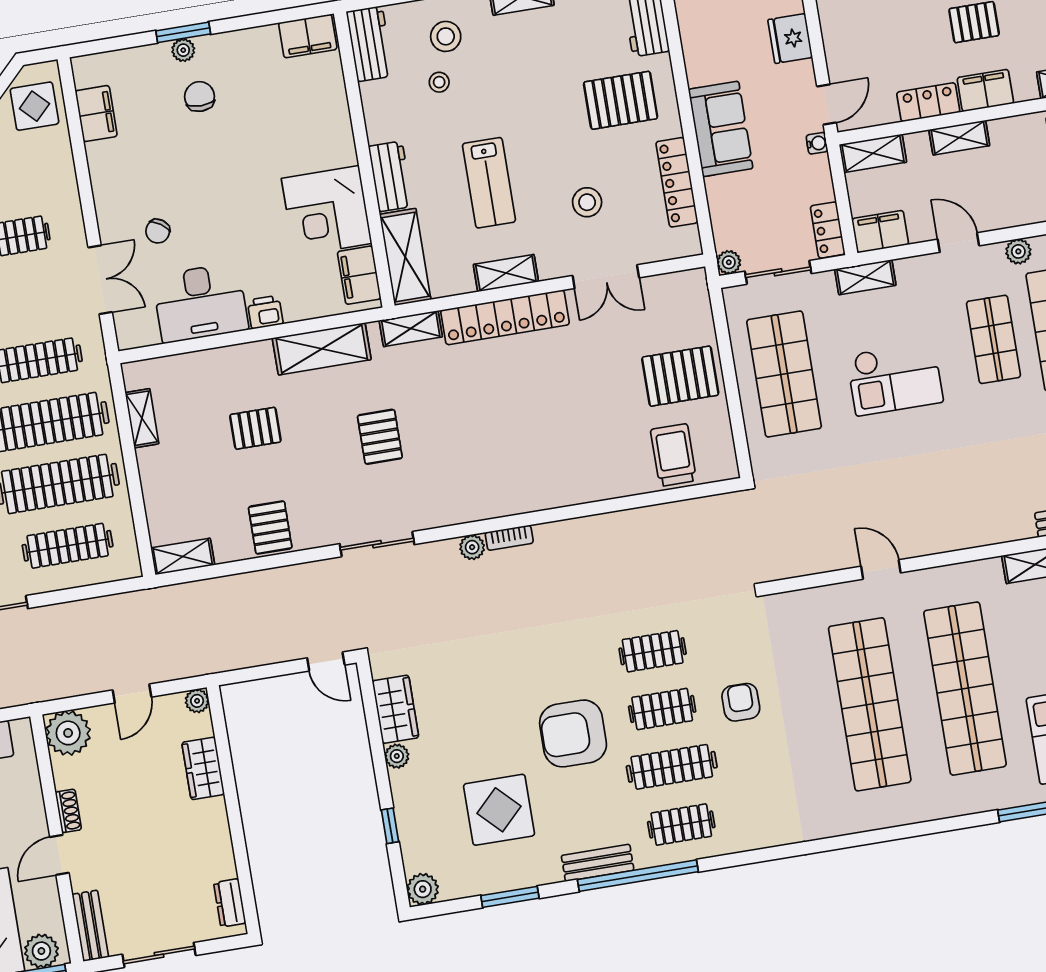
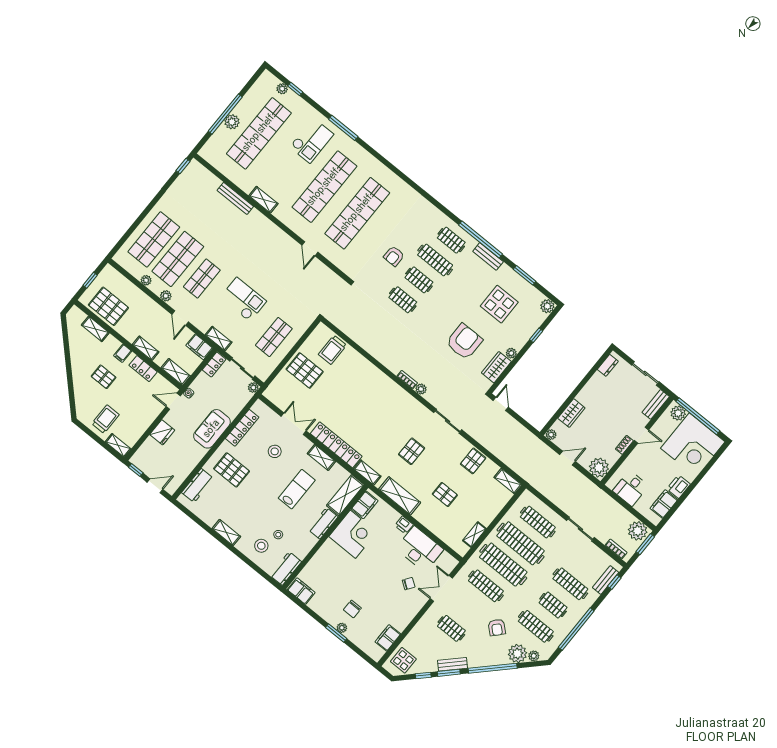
filing cabinet: (985, 90) -> (123, 353), width x0.50
shop shelf: (784, 374) -> (274, 337), width x0.70, depth x0.74
armchair: (573, 733) -> (464, 342), moved, turned -90

